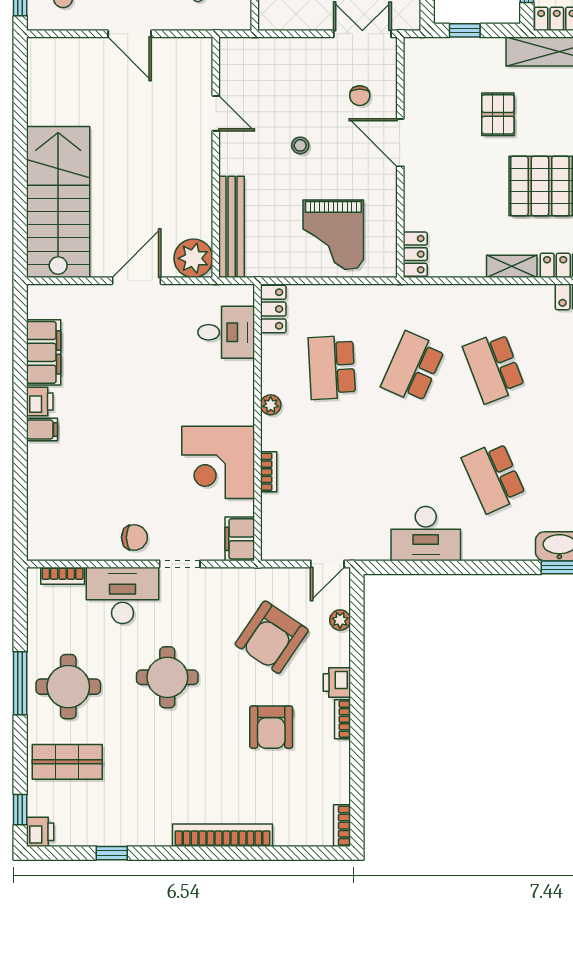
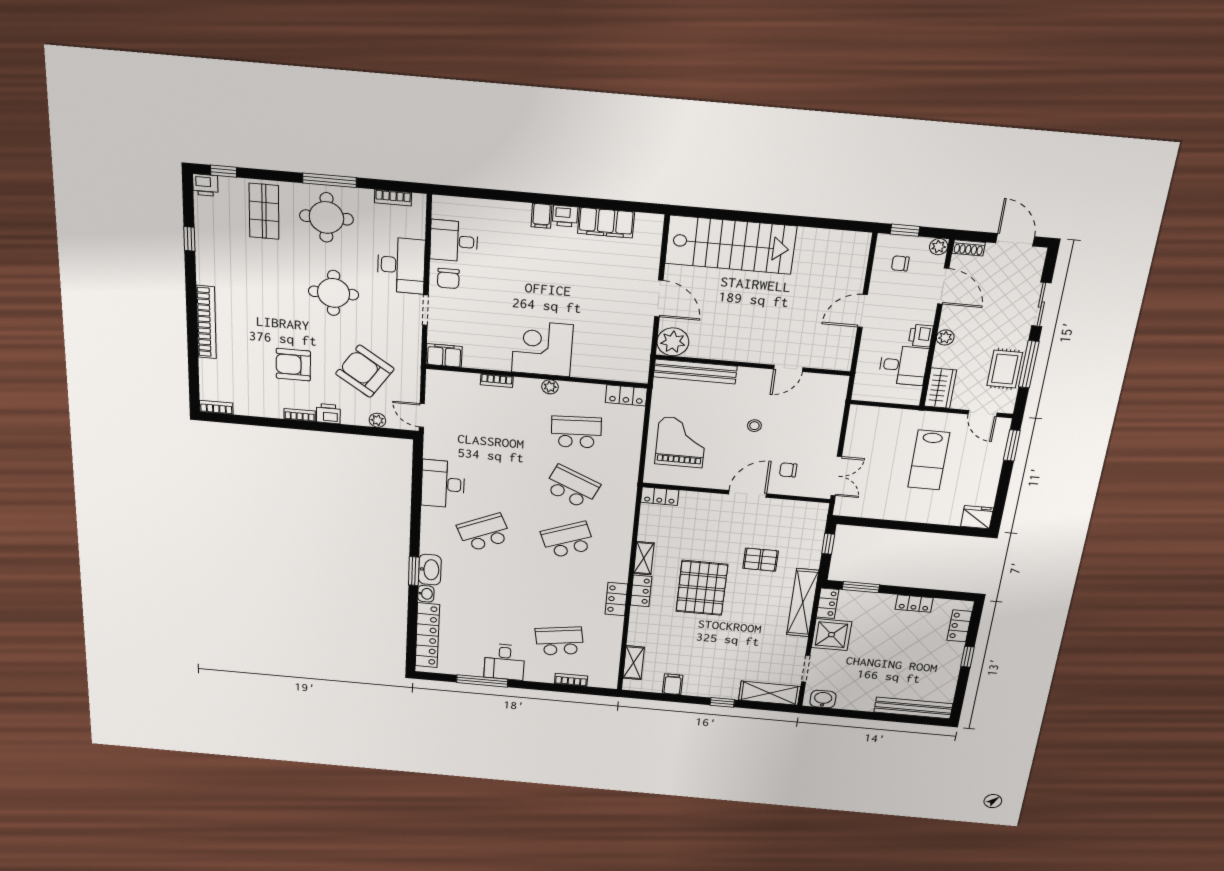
grand piano: (333, 235) -> (681, 442), turned 90
desk: (226, 332) -> (454, 241), moved, turned 90
corner desk: (218, 462) -> (542, 348), moved
bookcase: (63, 576) -> (393, 198), moved, turned -90

